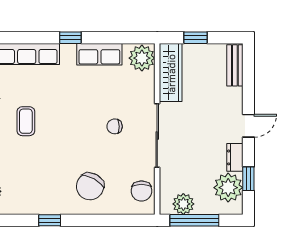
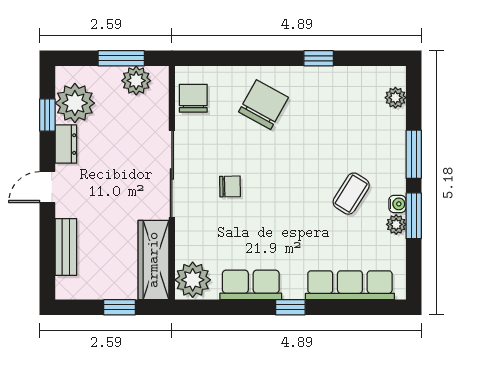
bench: (235, 65) -> (66, 247), moved
coffee table: (26, 121) -> (351, 194), turned 32
window: (194, 220) -> (121, 58), width x0.69

